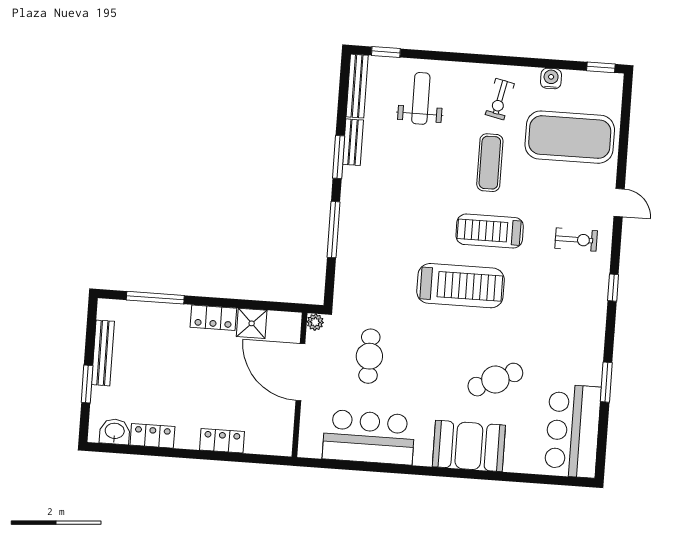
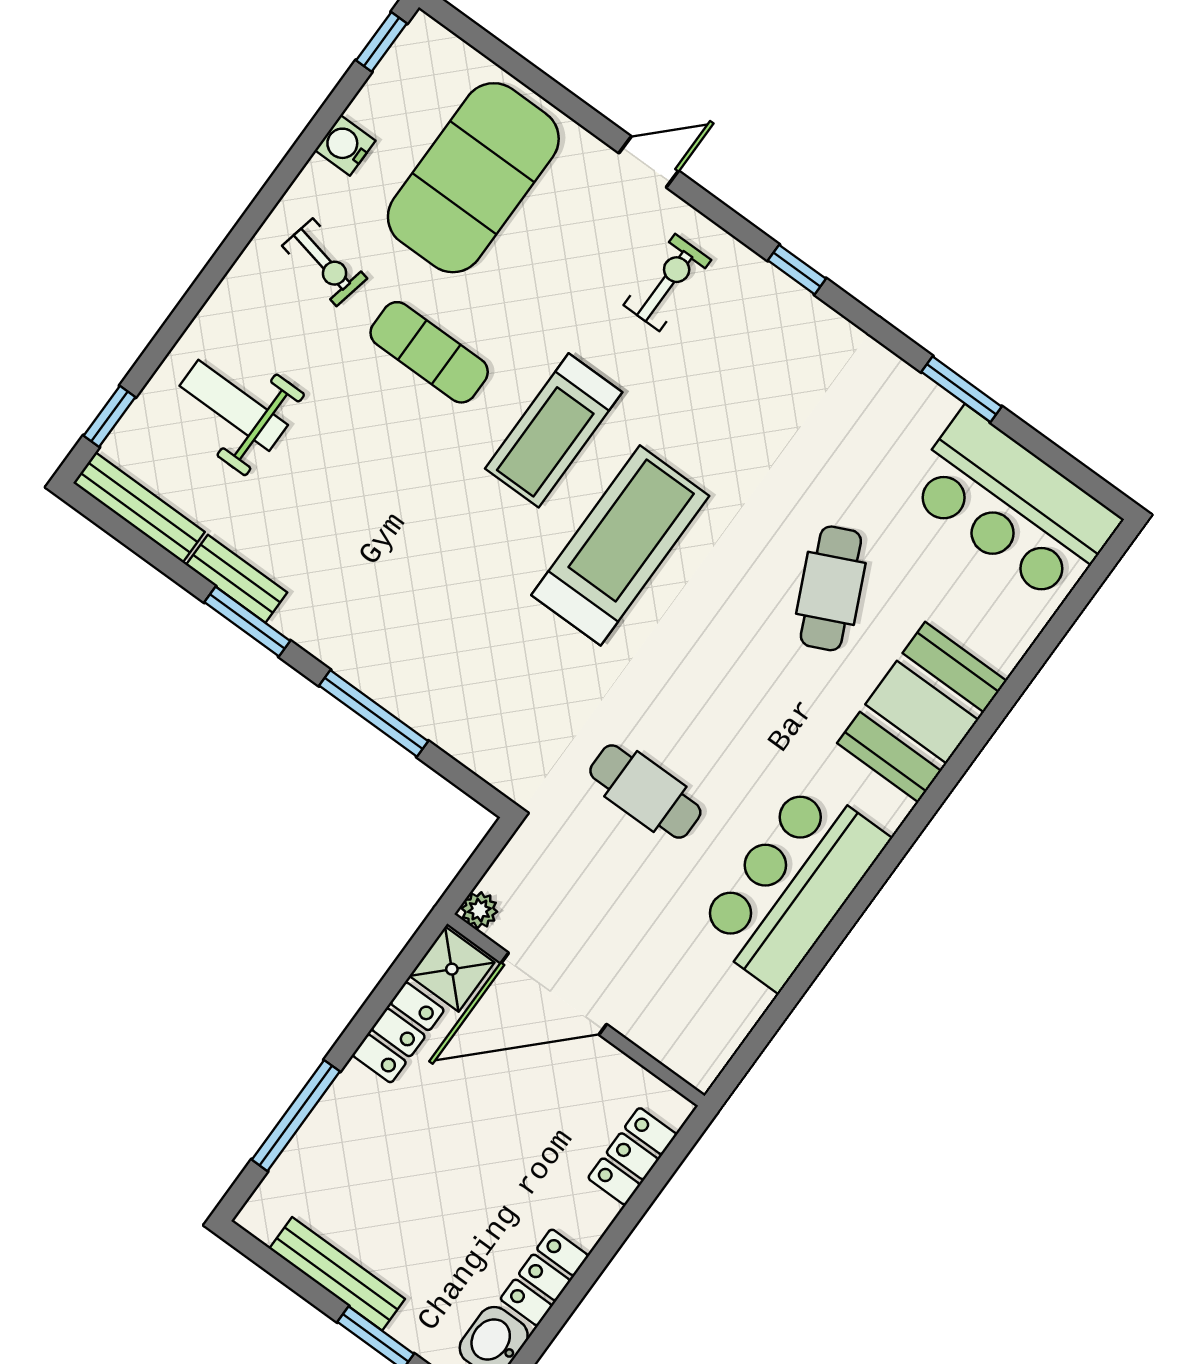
plant: (315, 322) -> (479, 910), moved
door: (300, 372) -> (554, 994), moved
wall: (299, 385) -> (576, 1010), moved

